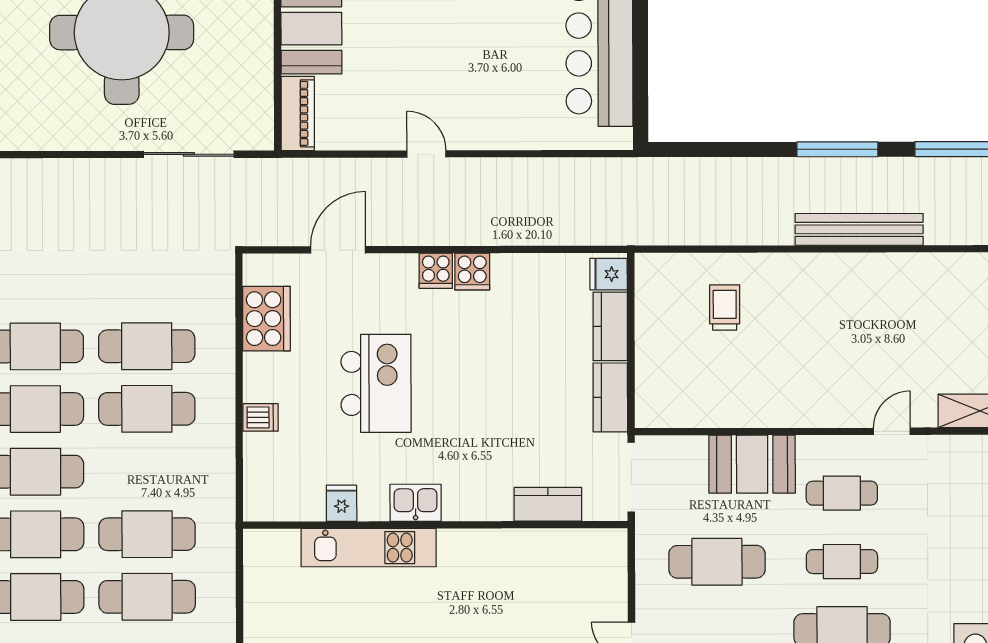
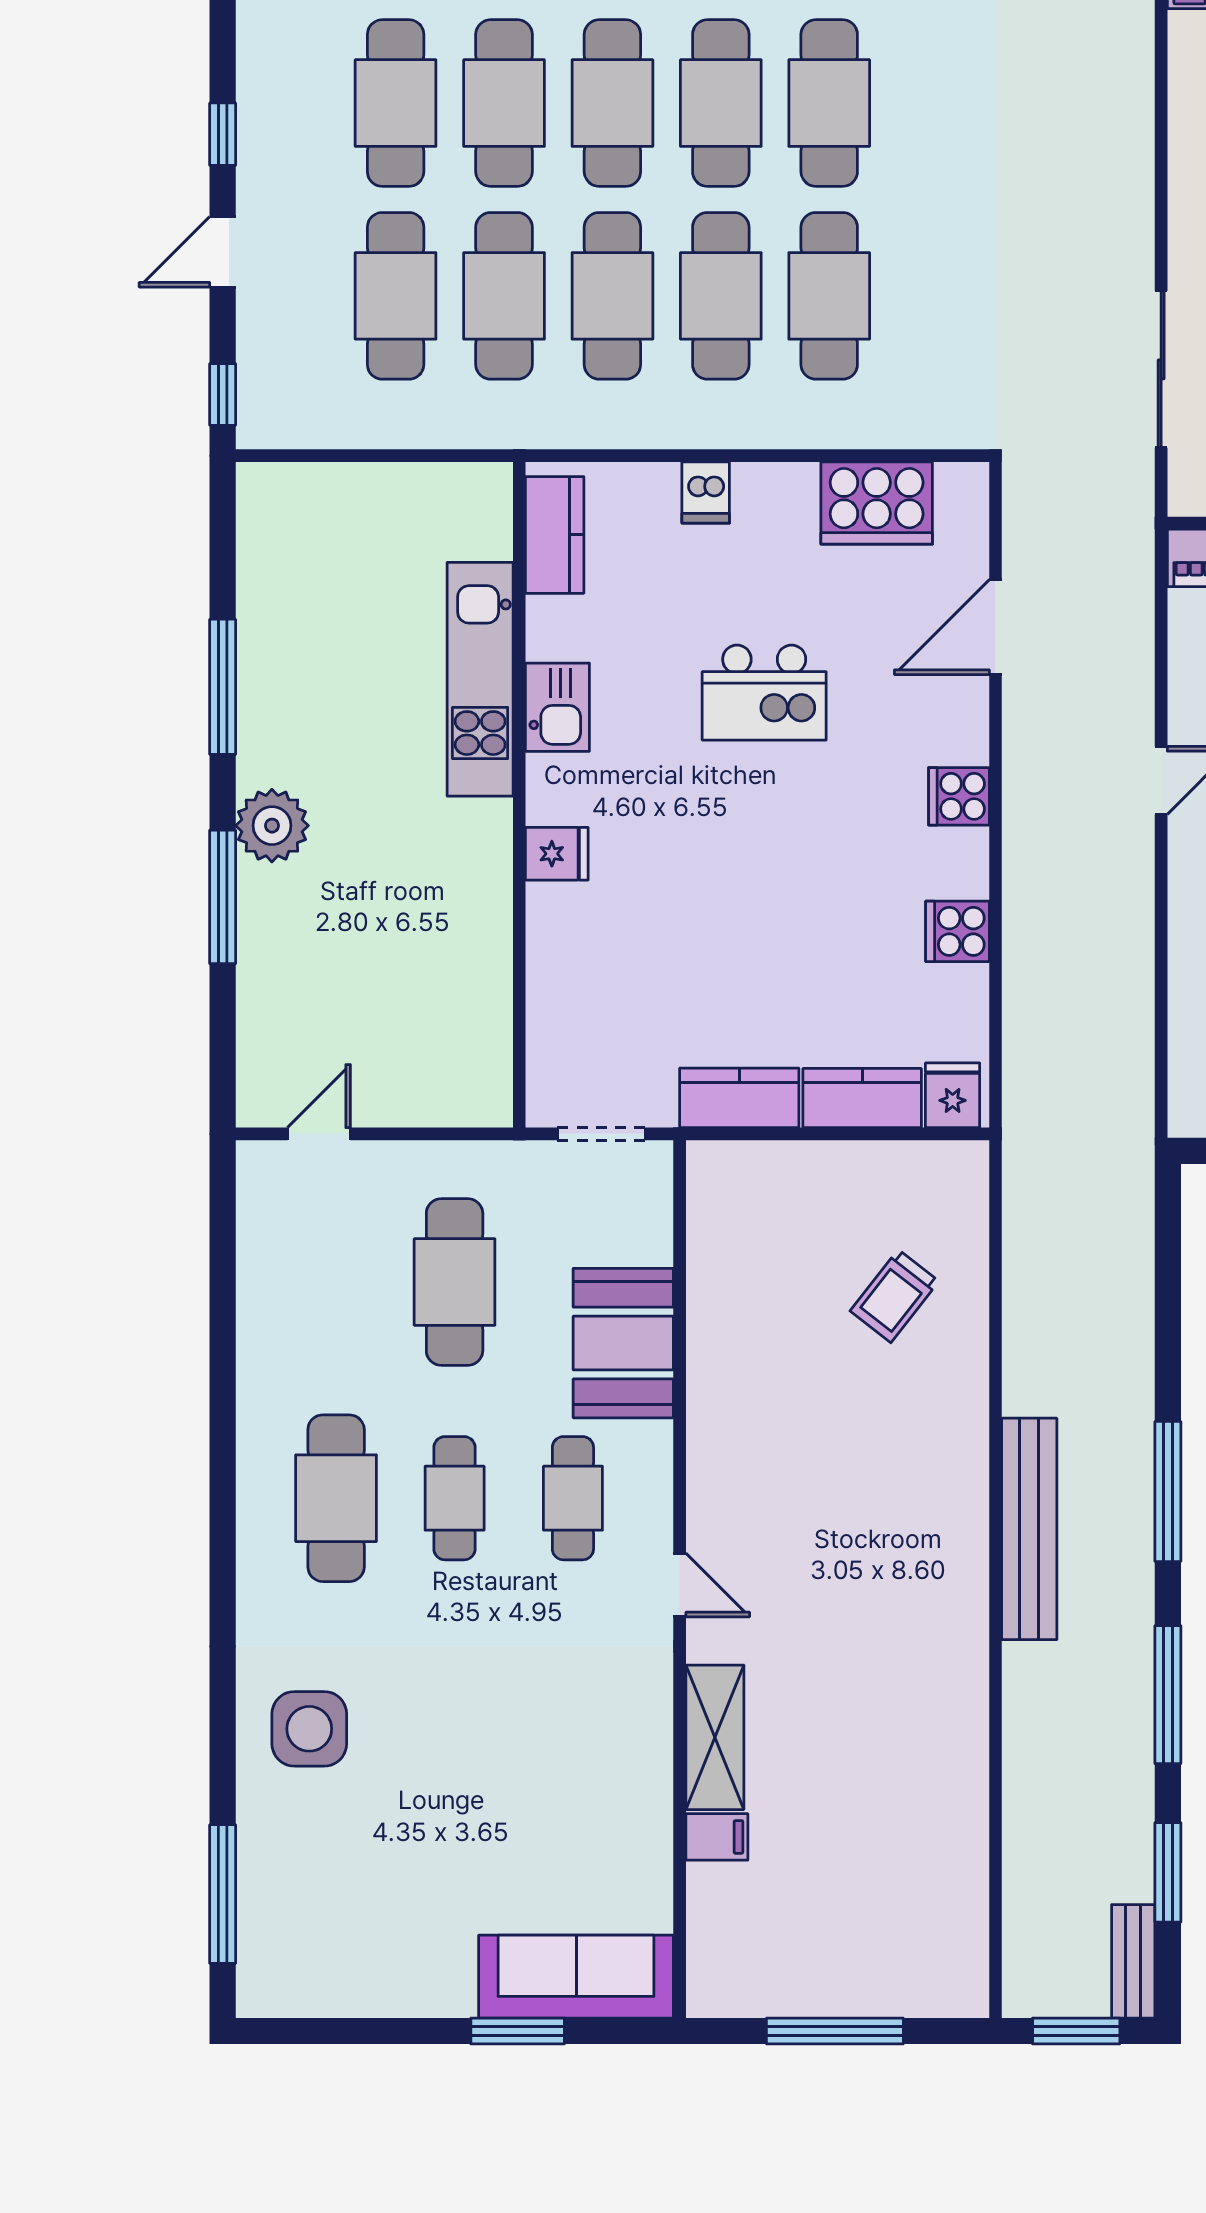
door: (338, 250) -> (995, 627), swing flipped
cooker: (472, 272) -> (957, 931), moved
trolley: (725, 308) -> (894, 1296), turned 128
kitchen island: (376, 383) -> (764, 693), width x0.73, depth x0.78
cafe table: (147, 472) -> (612, 296), added
doorway: (631, 477) -> (601, 1134), width x0.73
fridge: (342, 503) -> (557, 854), moved
kitchen sink: (416, 503) -> (557, 707), moved
kitchen counter: (548, 504) -> (555, 535), moved

